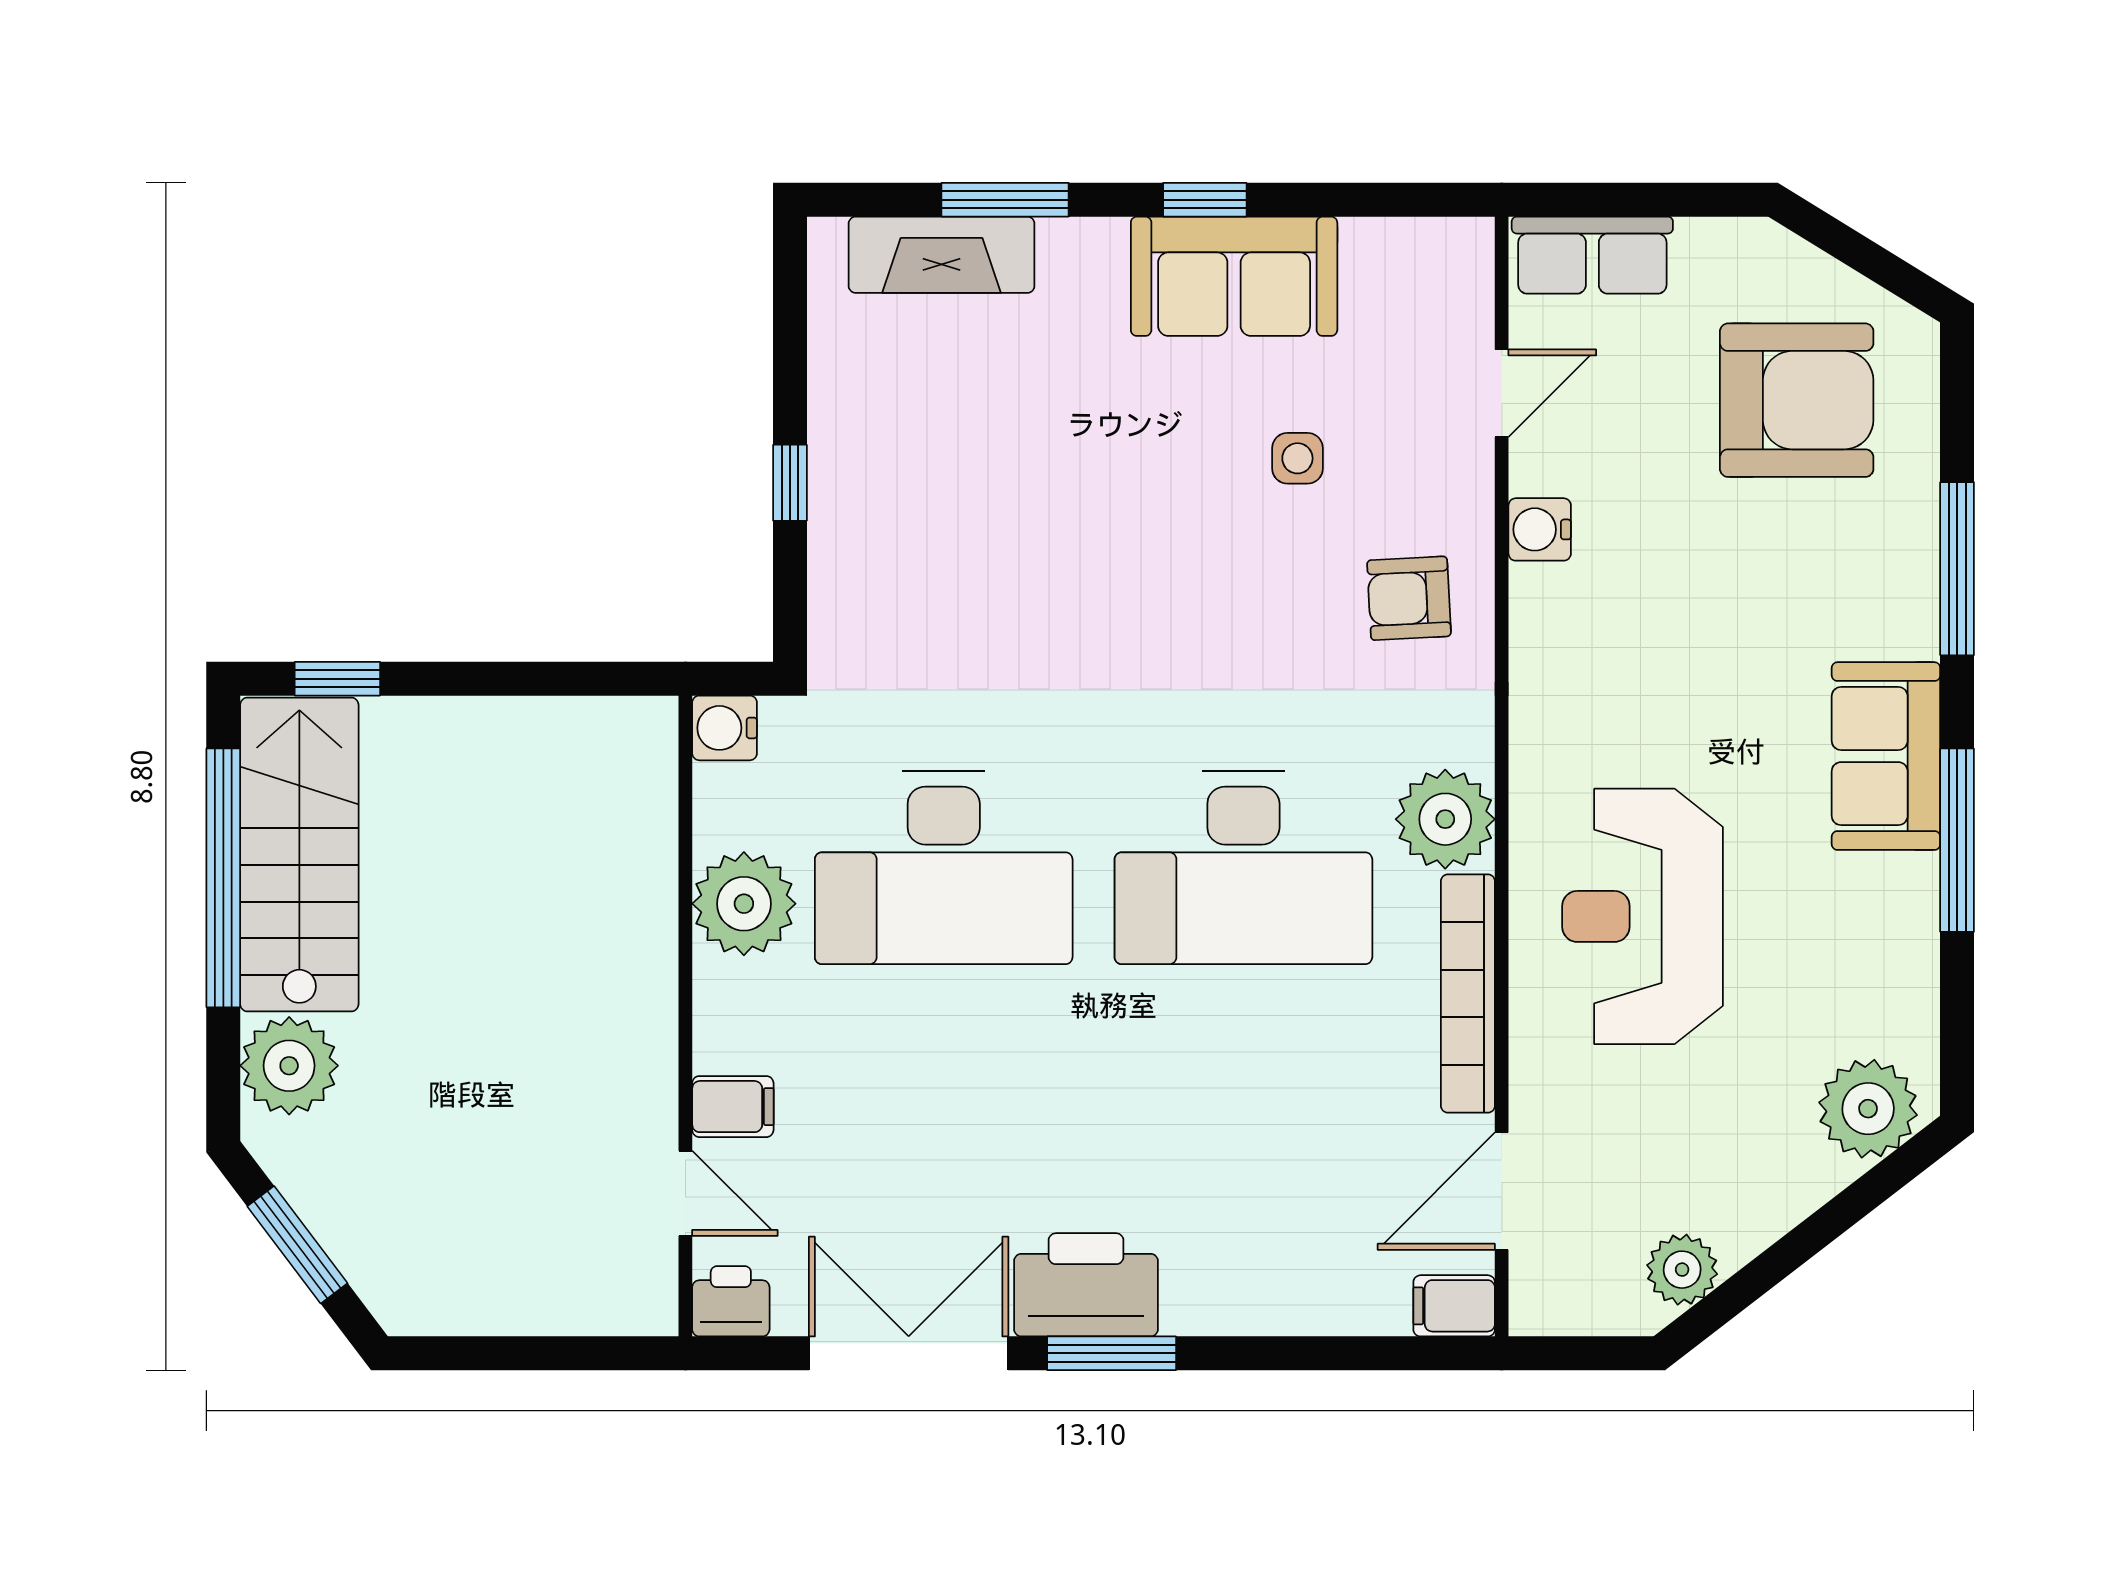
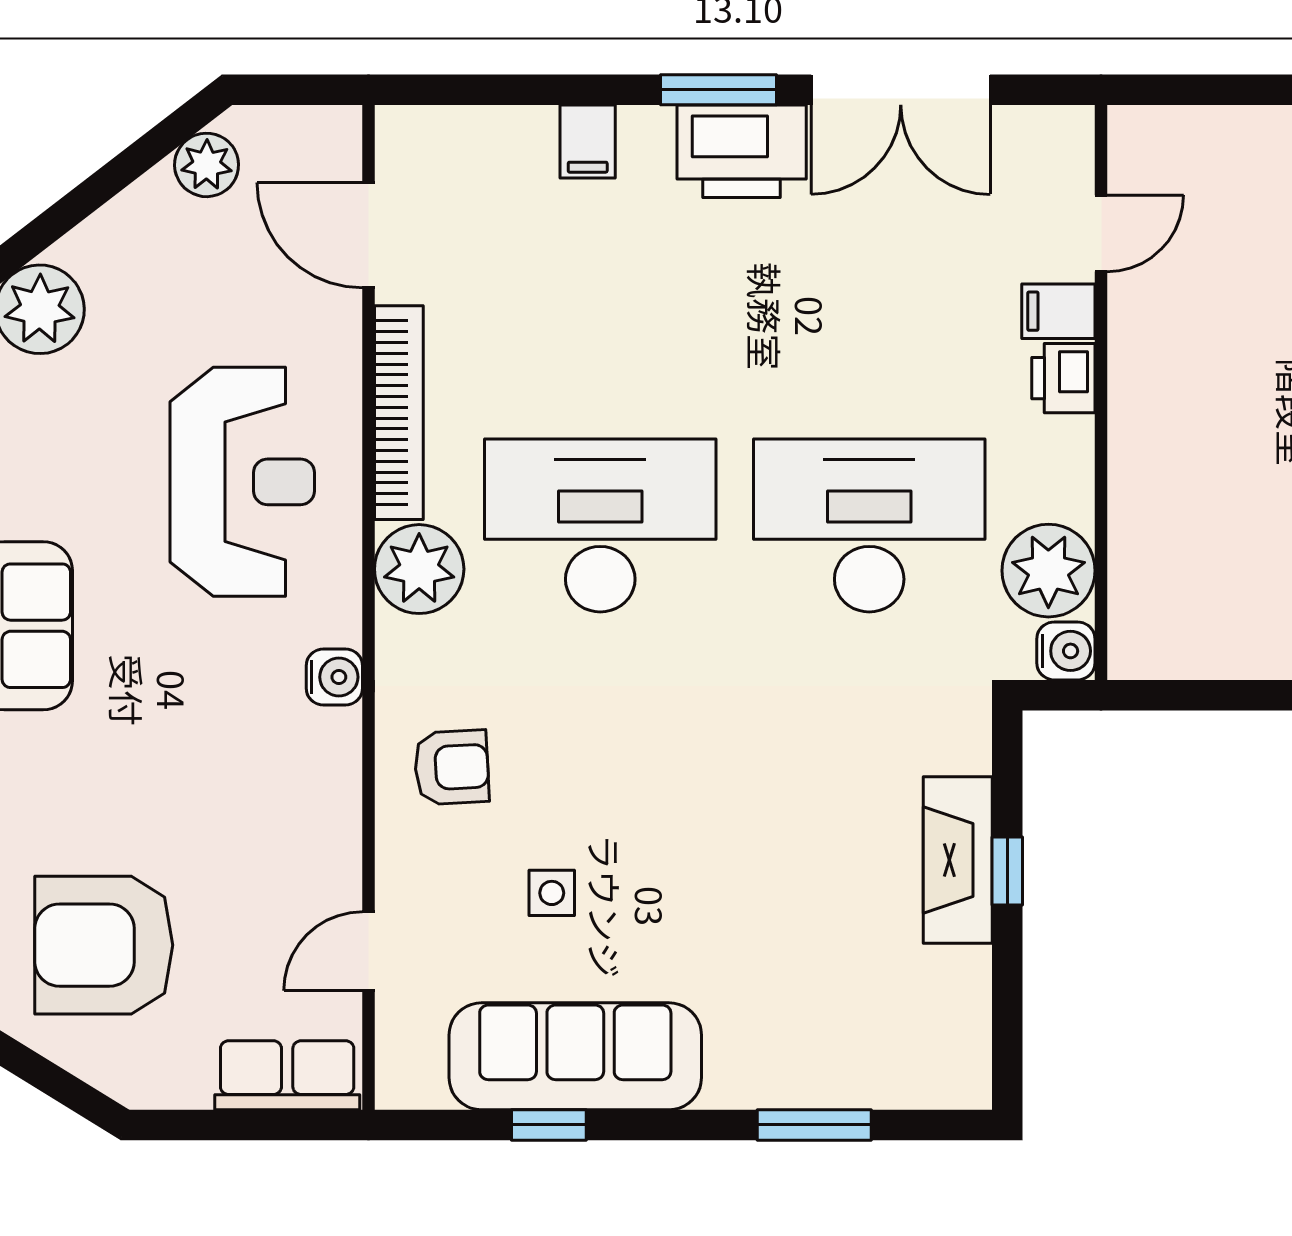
window: (1205, 200) -> (549, 1125), moved
fireplace: (942, 255) -> (958, 860), moved, turned -90
sofa: (1234, 276) -> (575, 1056), width x1.36
water cooler: (1540, 529) -> (334, 677), moved
plant: (744, 904) -> (1048, 571), moved
door: (1502, 1191) -> (368, 235), swing flipped
door: (685, 1193) -> (1101, 233), swing flipped
printer: (731, 1301) -> (1063, 378), moved, turned 90
filing cabinet: (1454, 1306) -> (588, 142), moved, turned 90

